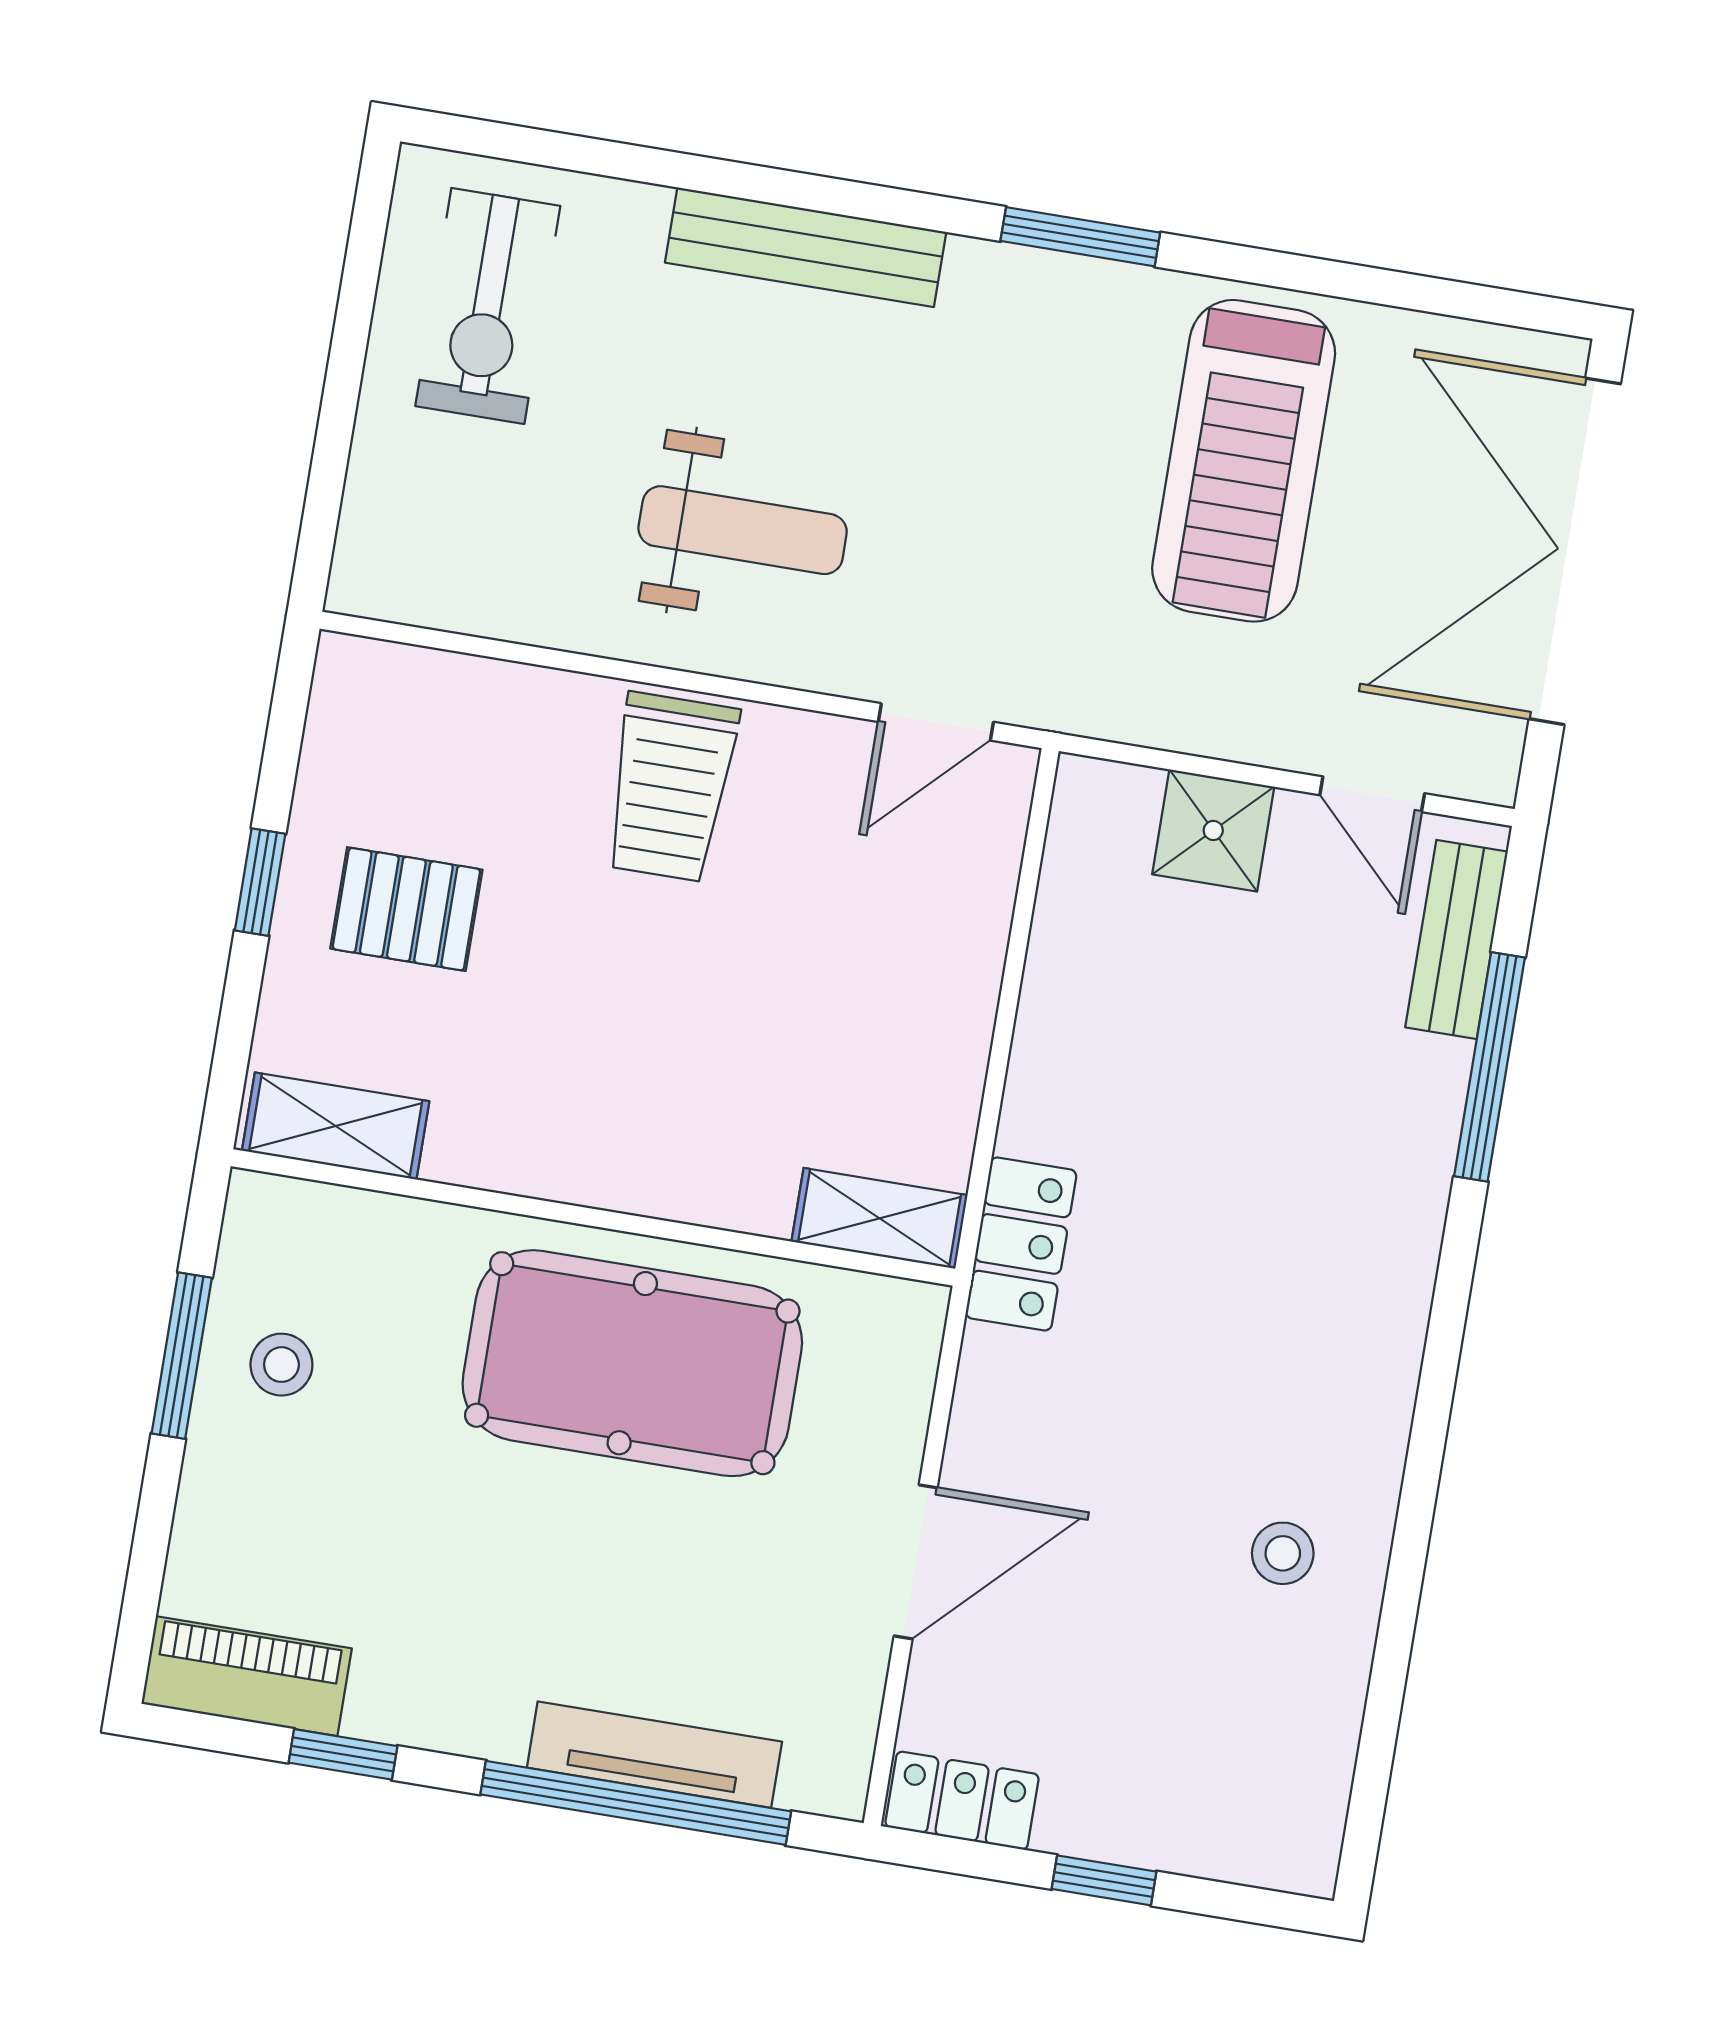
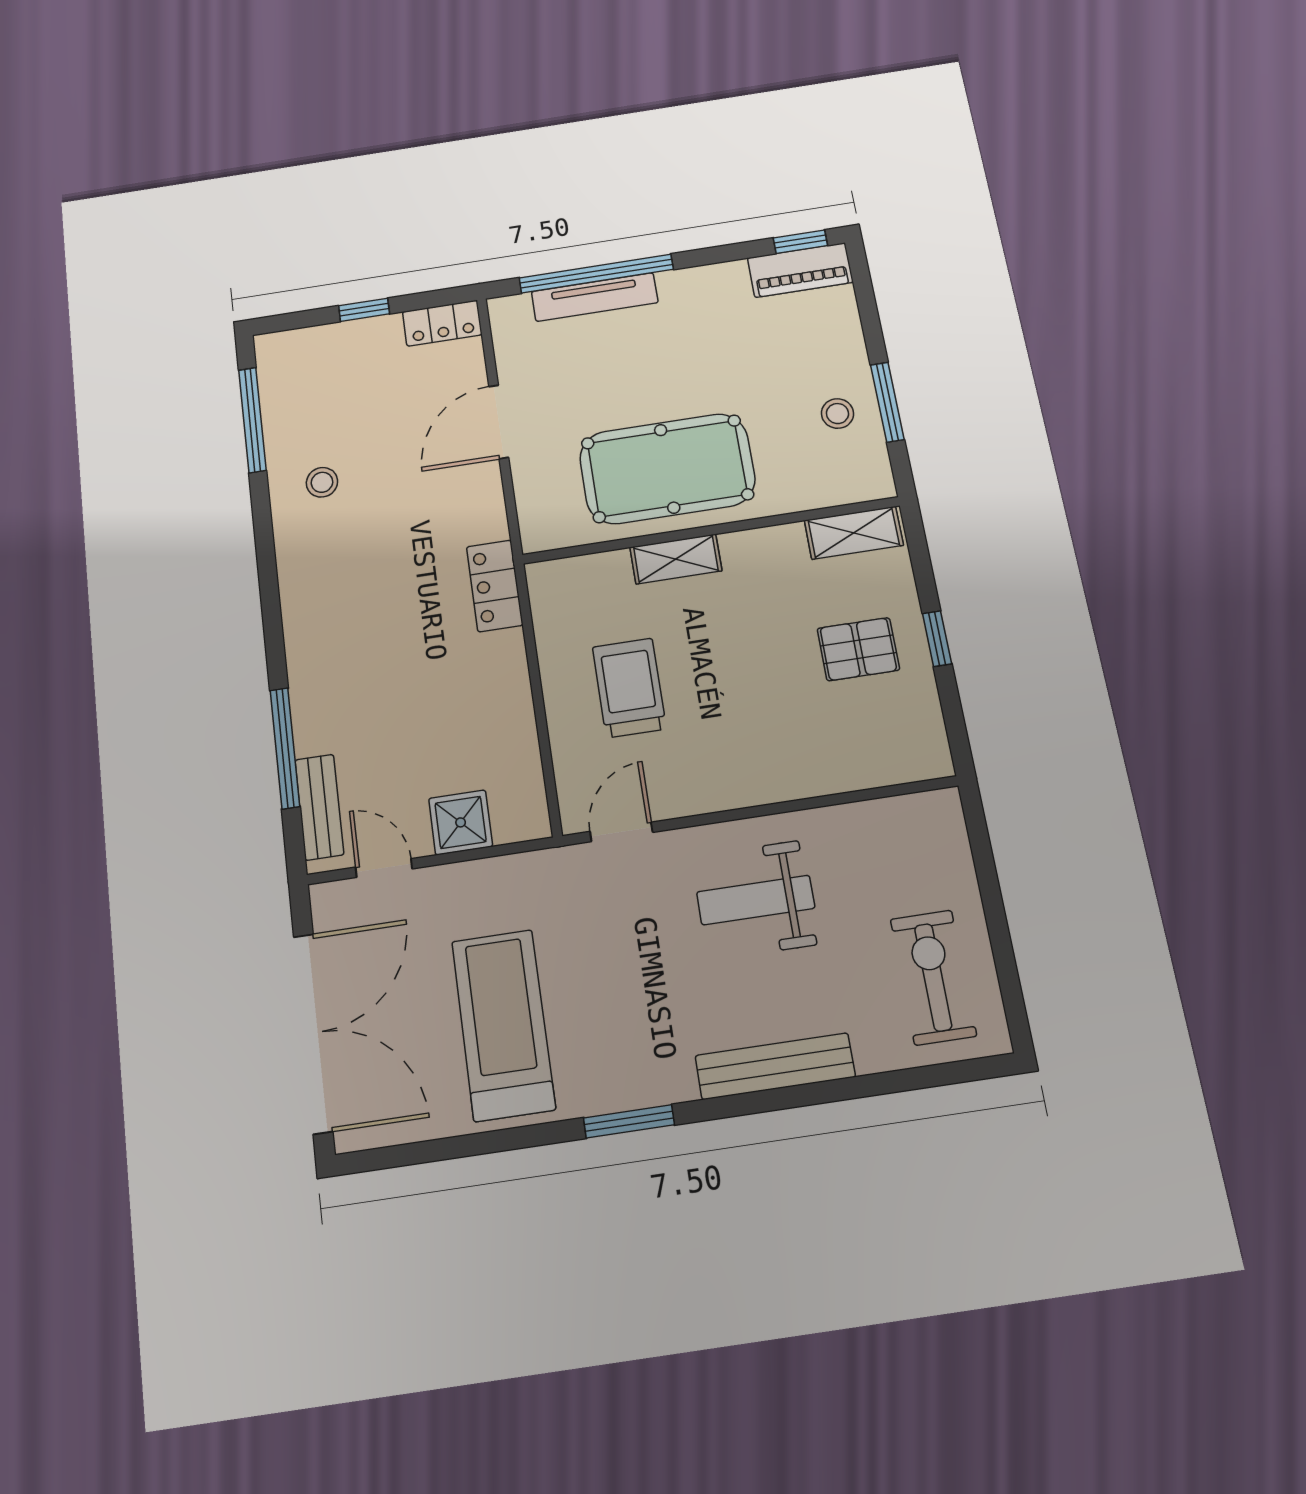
trolley: (670, 787) -> (629, 688), moved
shelving: (880, 1218) -> (676, 559), moved
window: (1381, 1724) -> (252, 420), added
window: (343, 1754) -> (800, 242), moved

